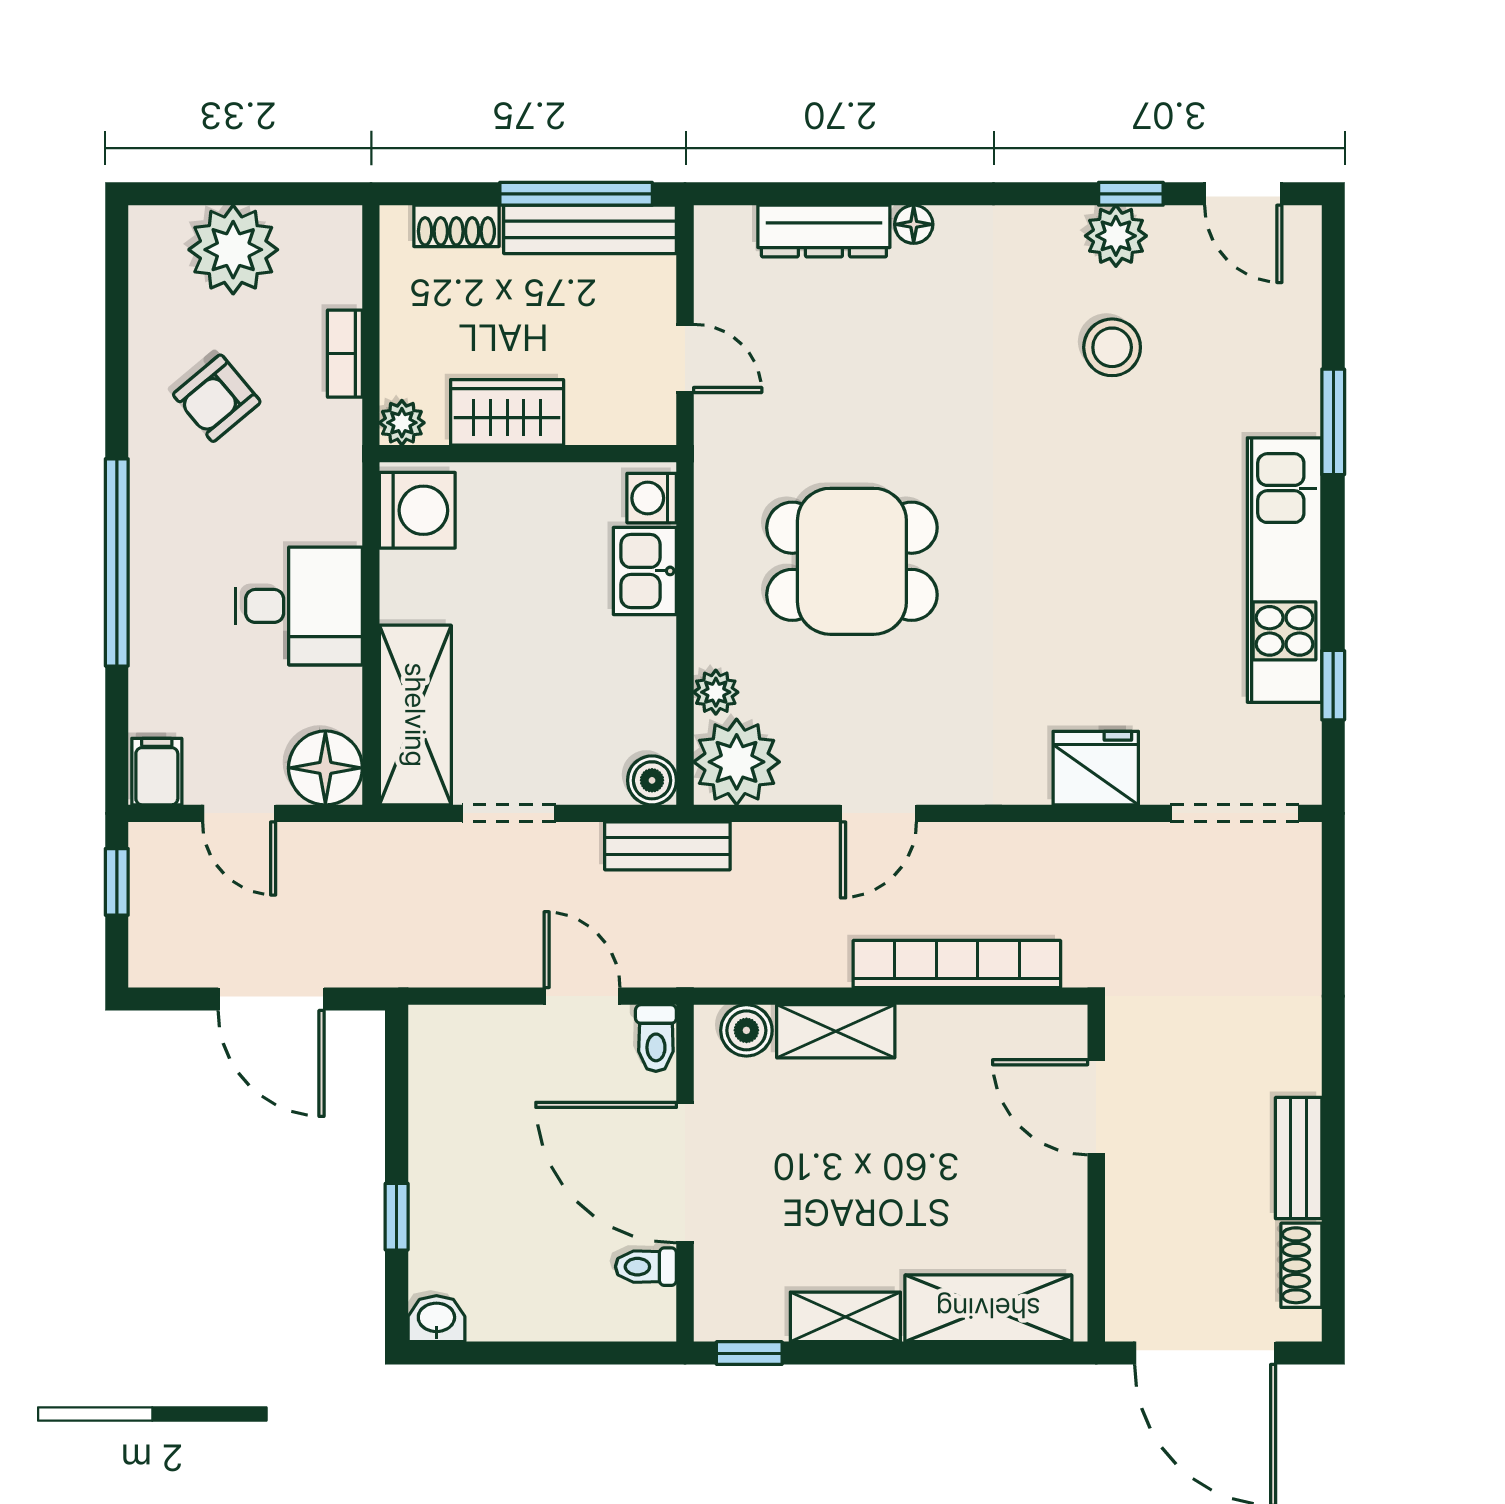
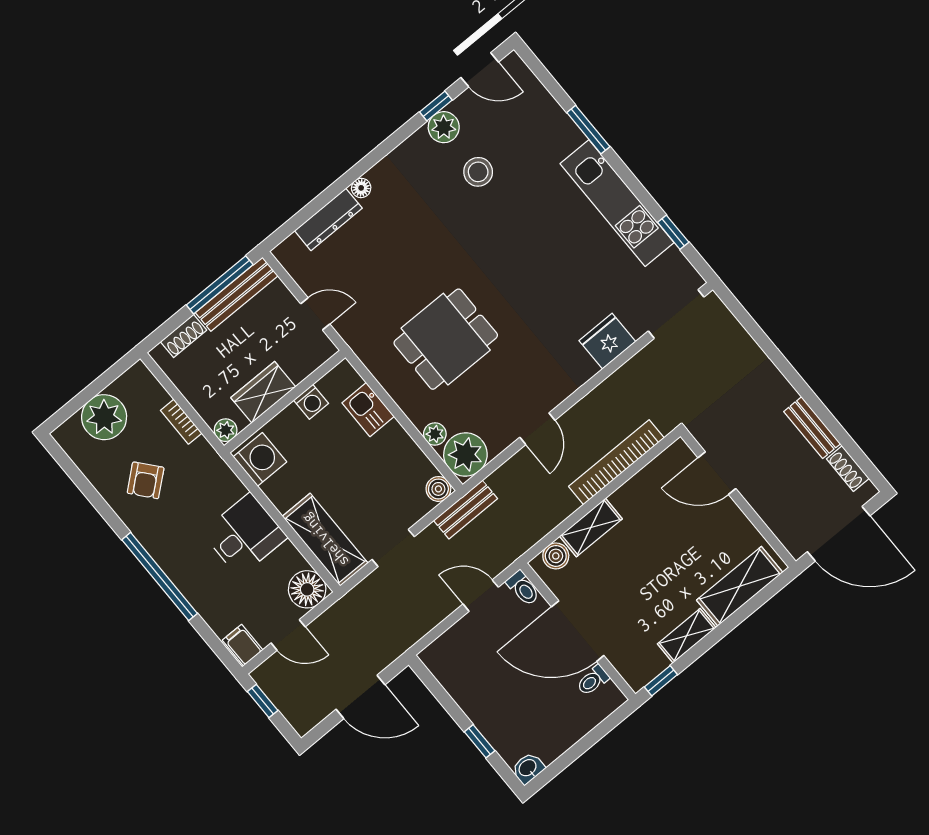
washing machine: (652, 498) -> (311, 402), moved, turned -90

